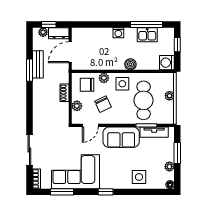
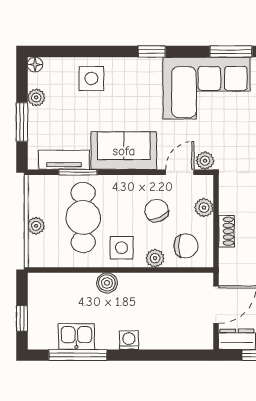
washing machine: (167, 63) -> (41, 286), removed
plant: (76, 132) -> (205, 161), added

